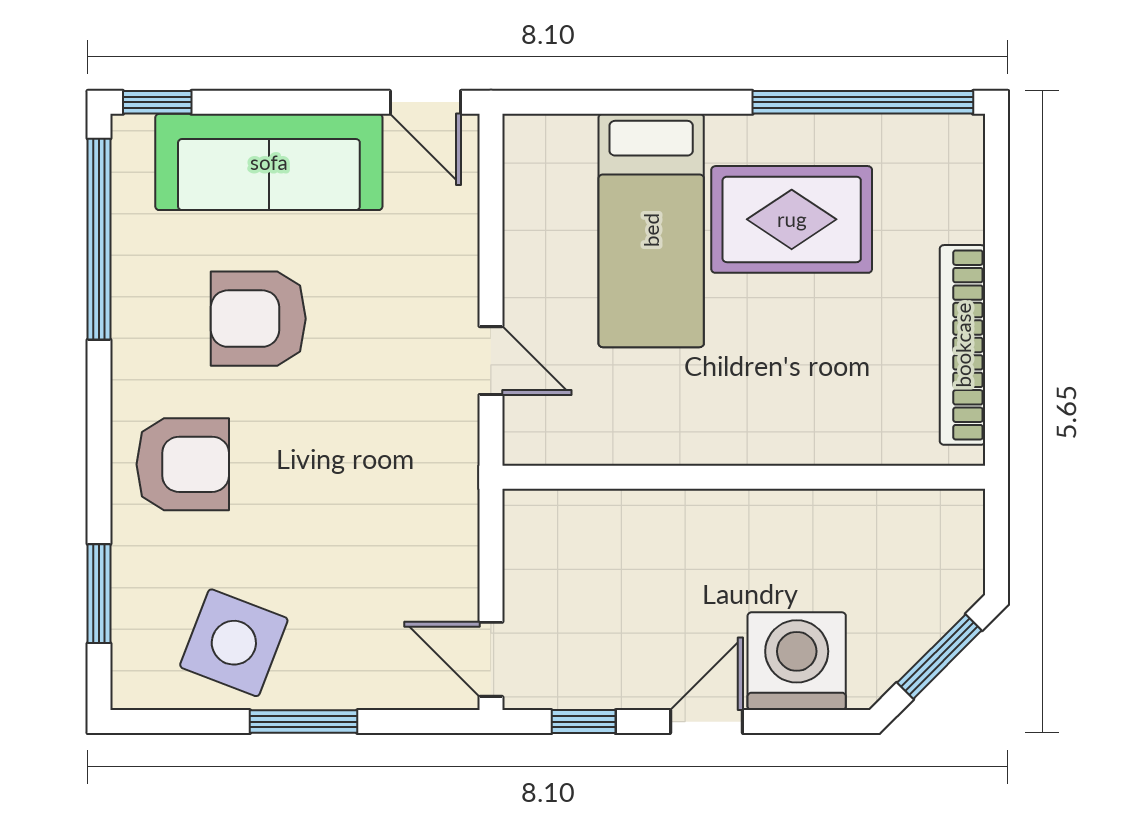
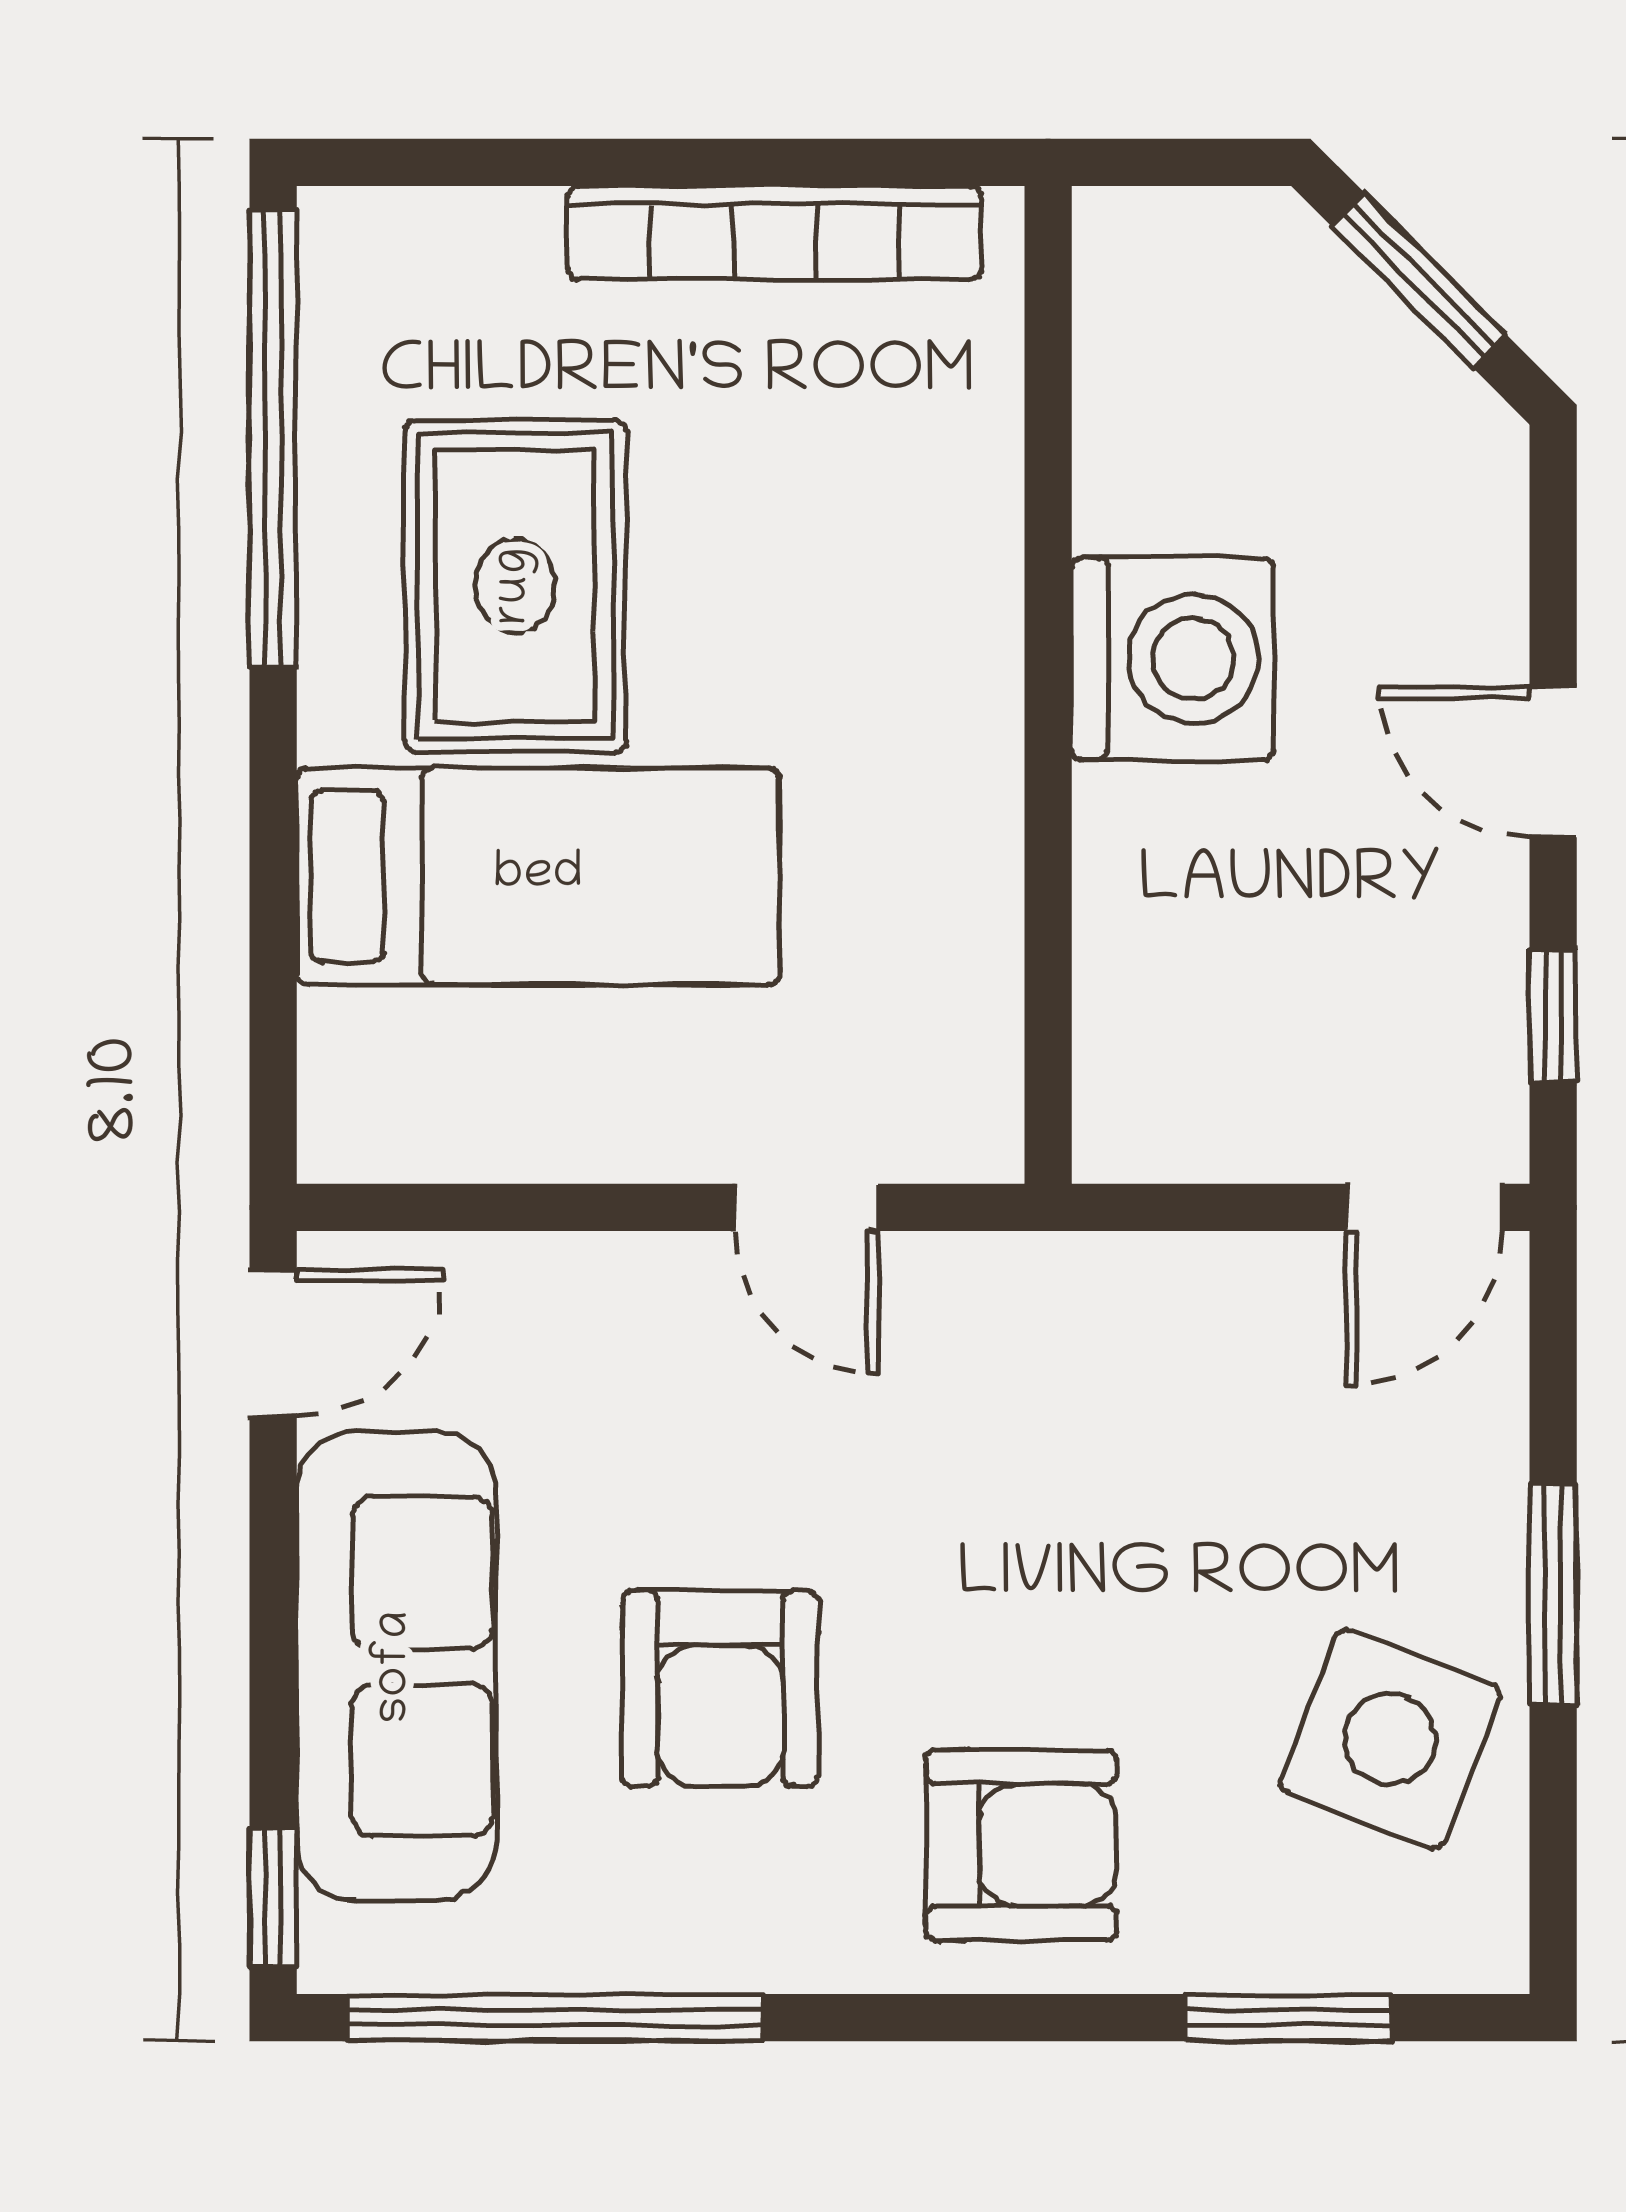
door: (491, 361) -> (807, 1207), swing flipped
armchair: (183, 464) -> (1021, 1845), turned 90
washing machine: (797, 661) -> (1173, 659), moved, turned 180

